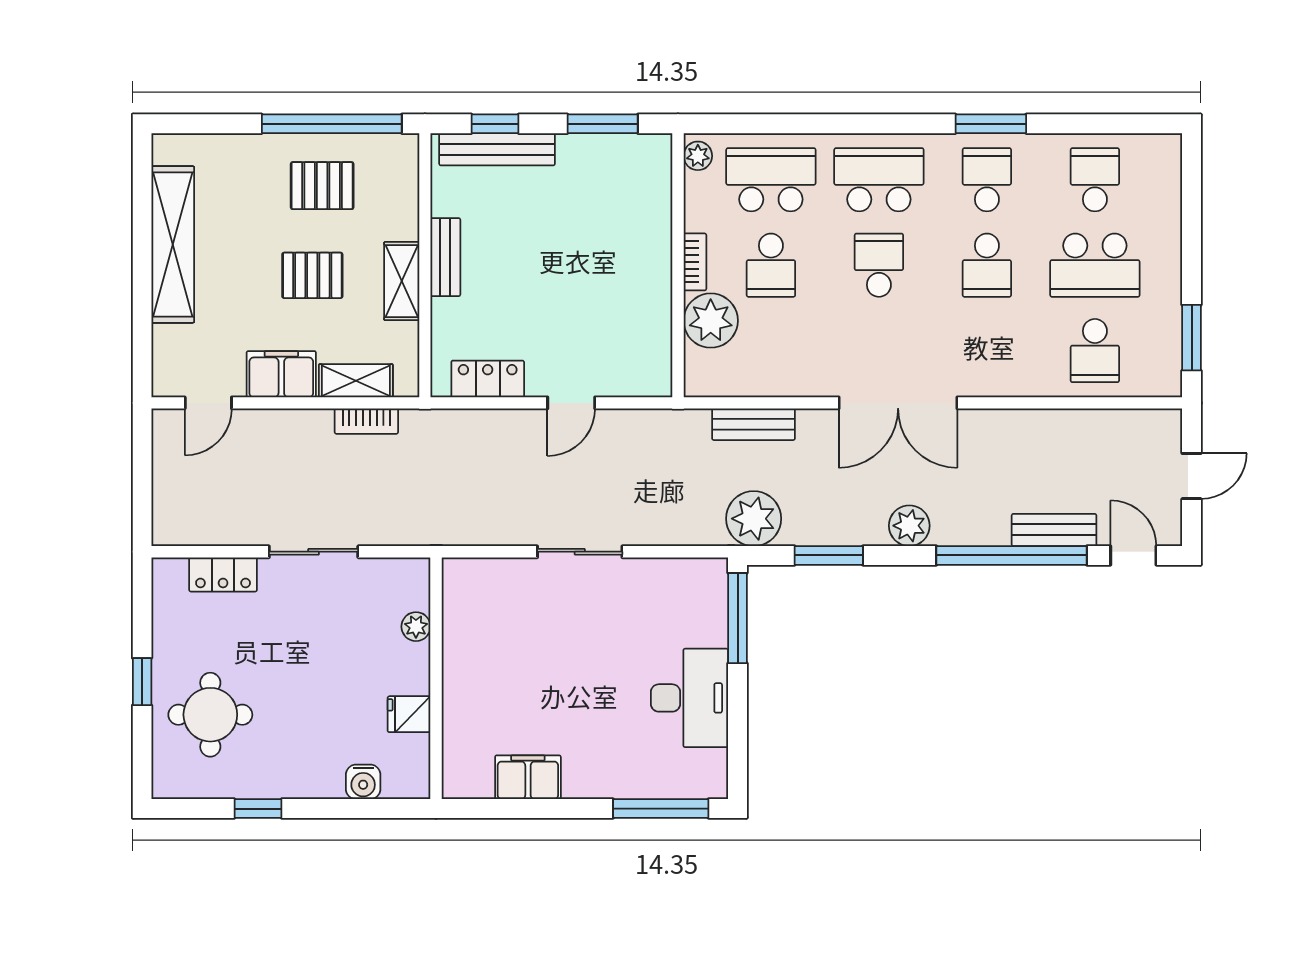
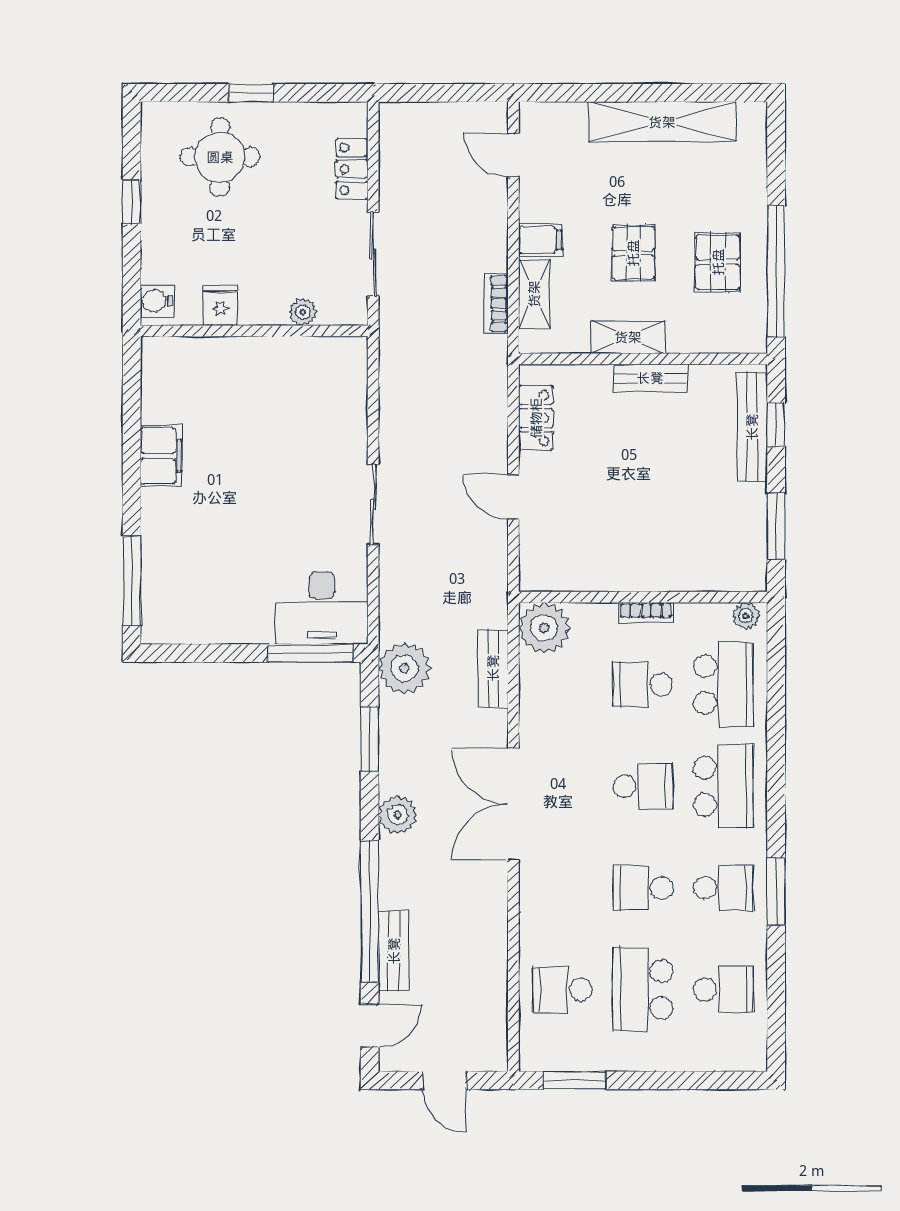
plant: (711, 321) -> (544, 628), moved
filing cabinet: (281, 374) -> (540, 240), width x0.50
plant: (416, 627) -> (303, 312), moved
wall: (436, 678) -> (254, 331), moved
desk: (690, 698) -> (322, 608), moved
fridge: (409, 714) -> (220, 305), moved

